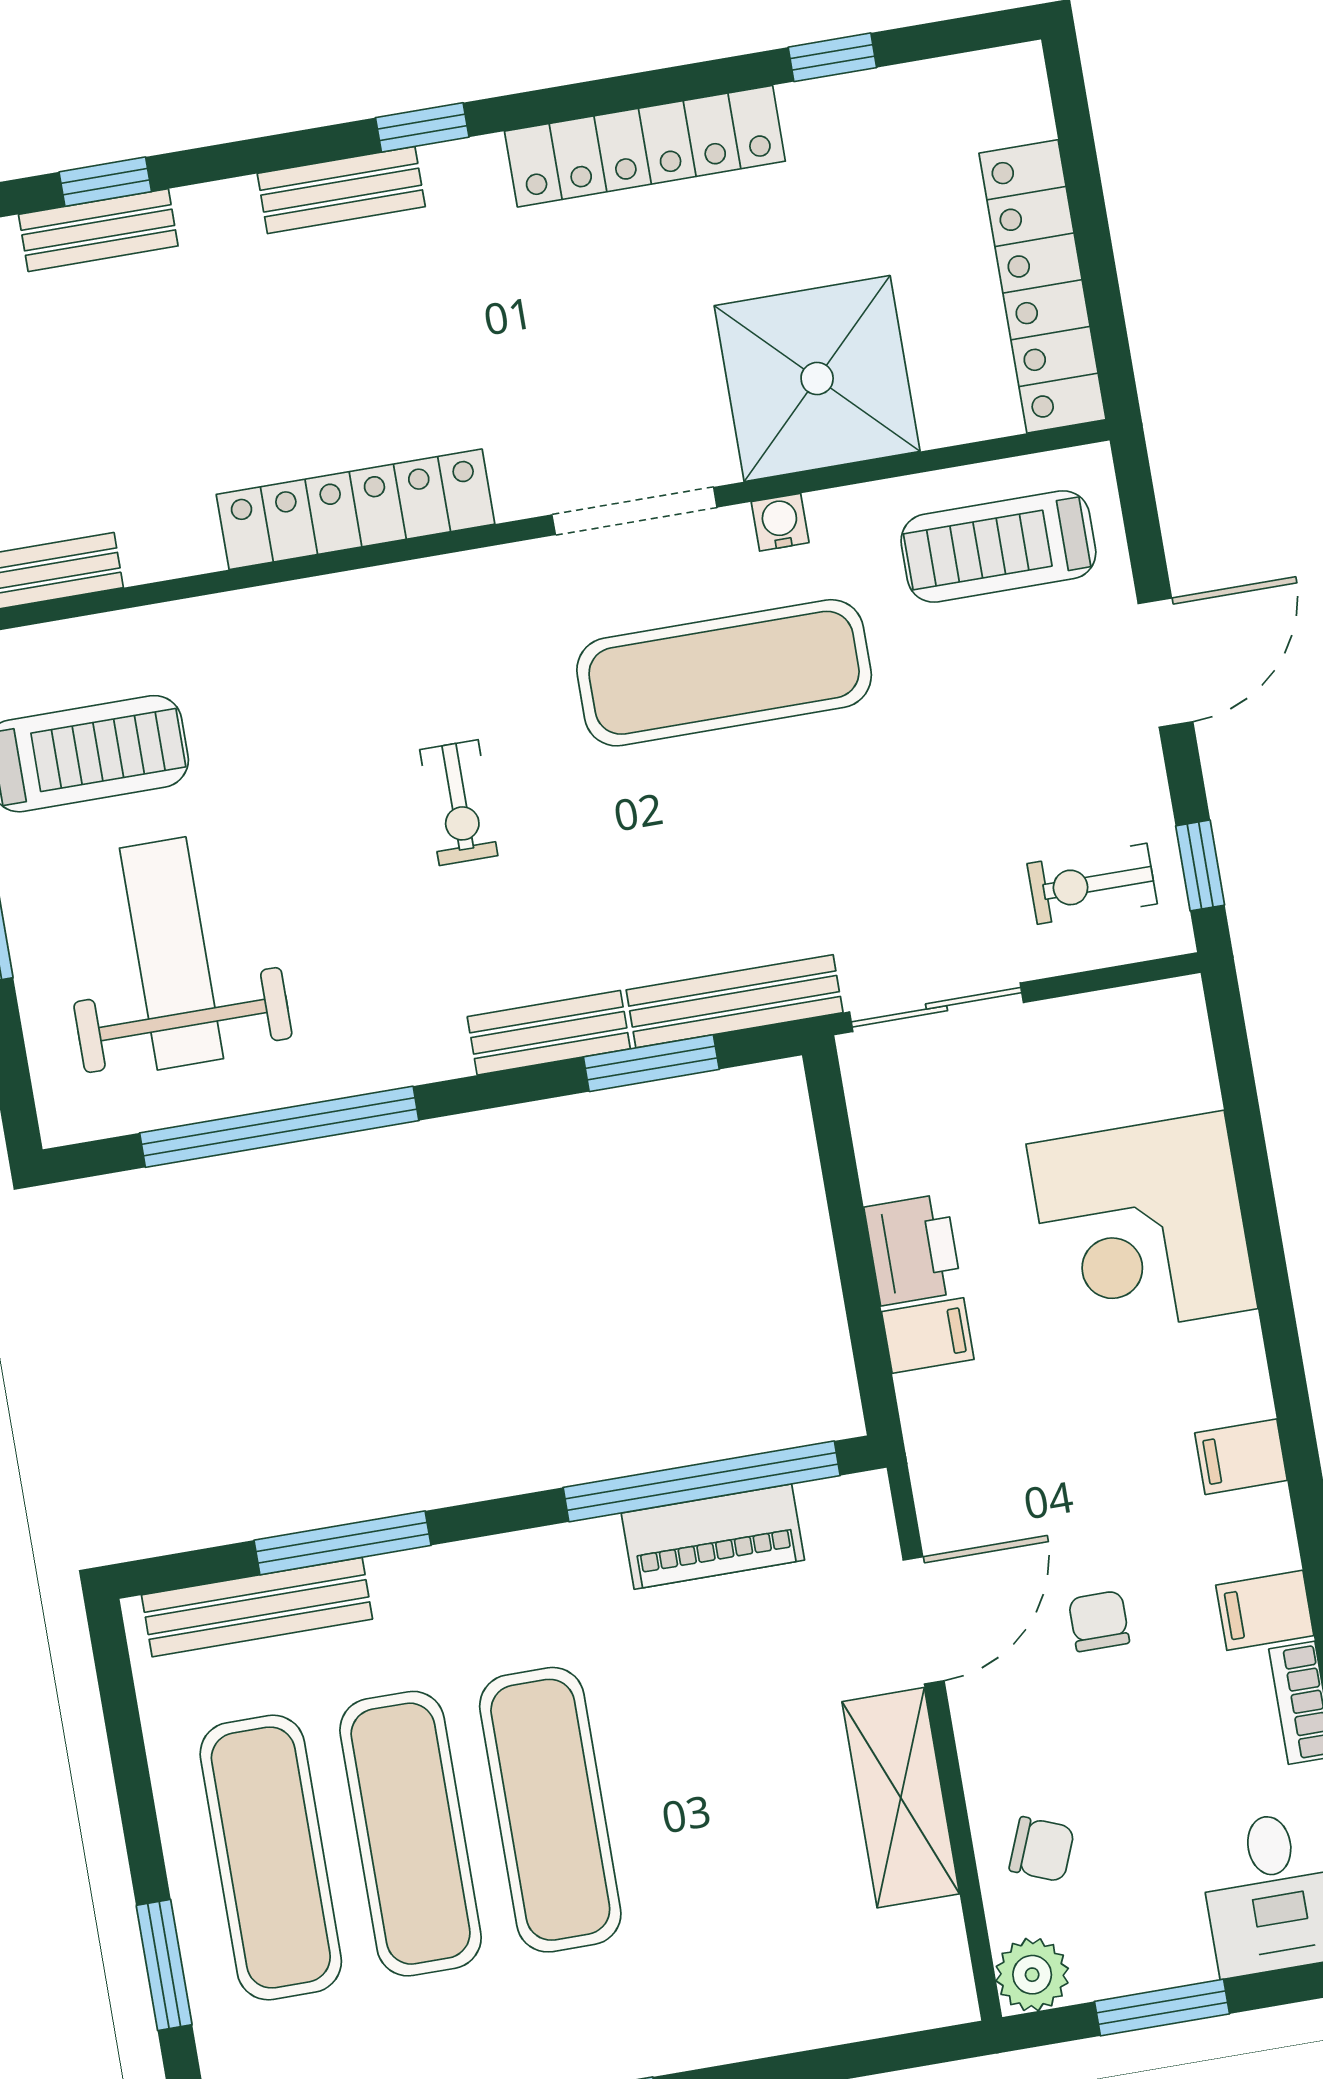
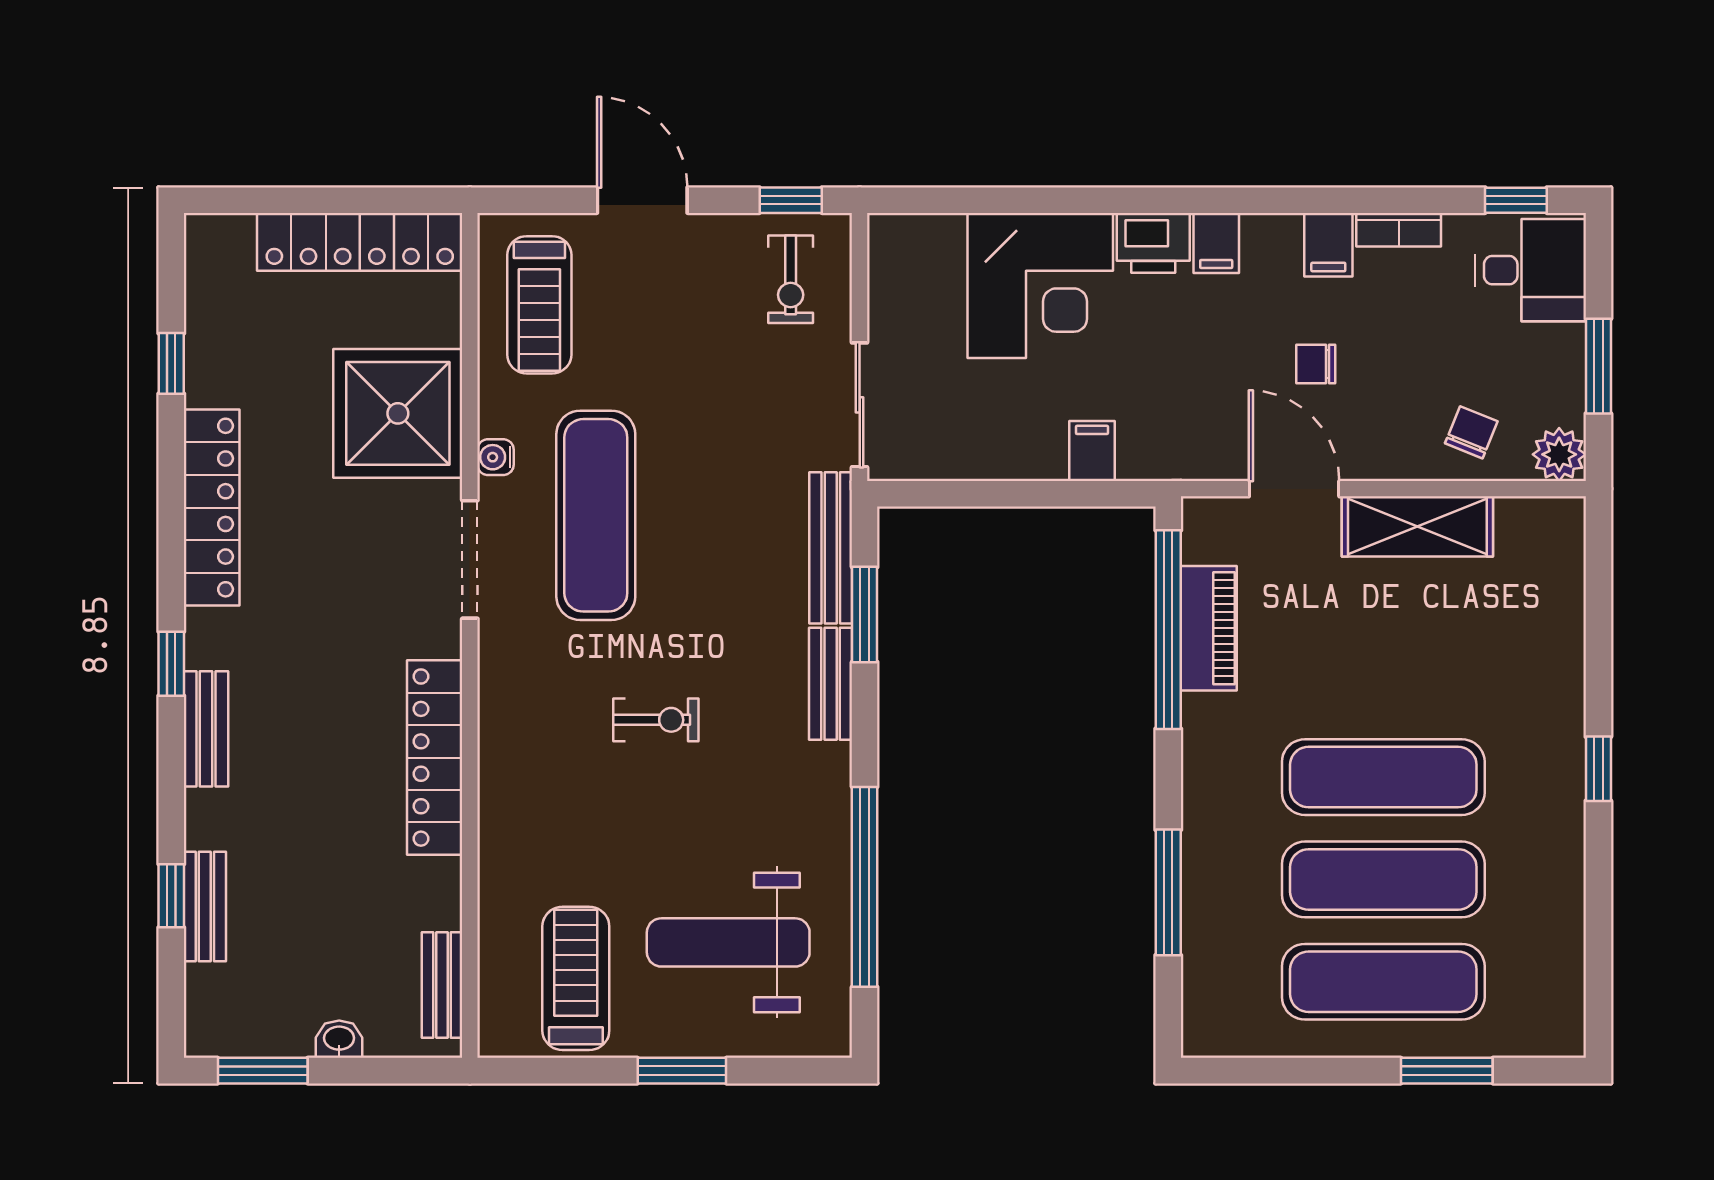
printer: (913, 1250) -> (1153, 243), moved, turned 180
bench: (257, 1607) -> (1203, 961), removed

